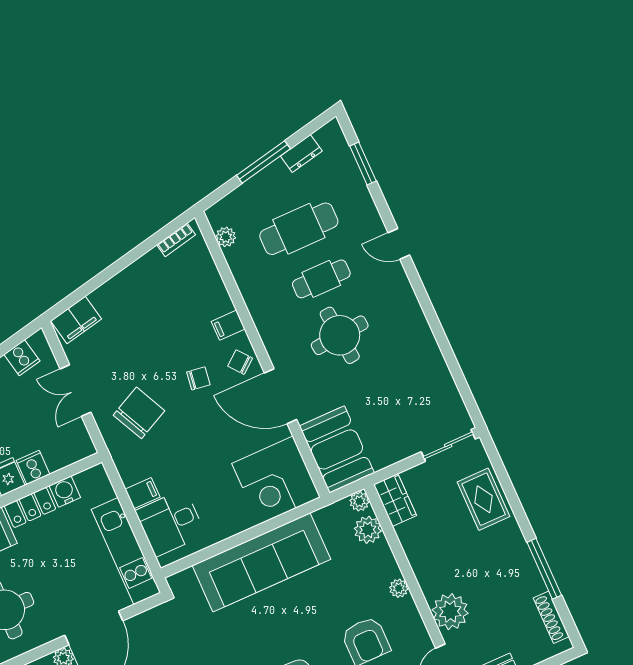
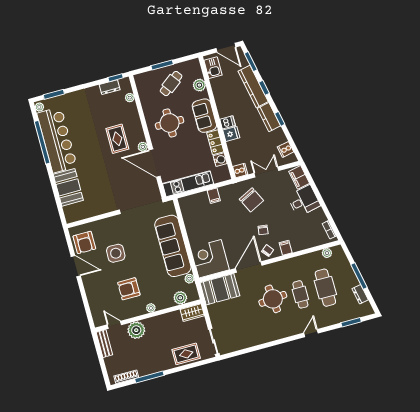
cooker: (33, 467) -> (240, 171), moved
plant: (359, 501) -> (189, 279), moved
desk: (170, 523) -> (304, 201), moved, turned 78

